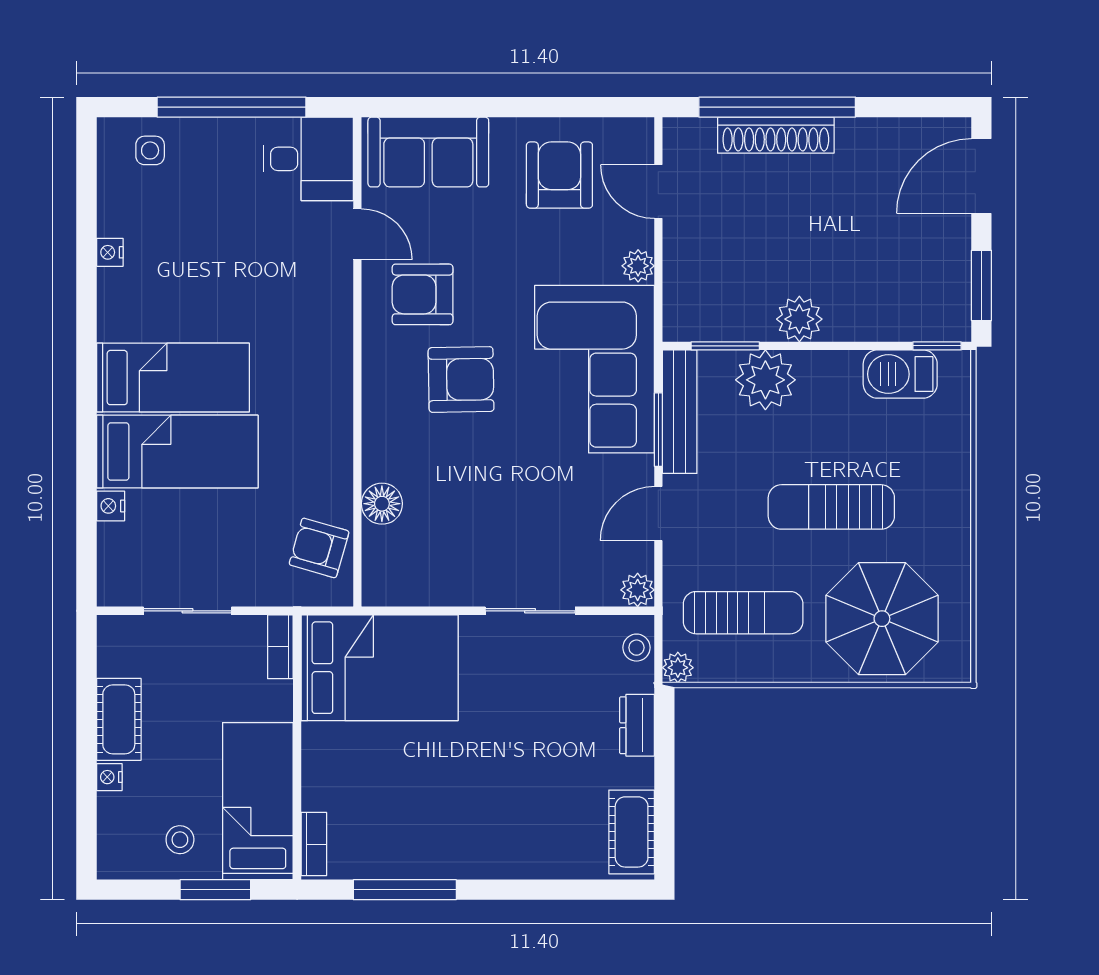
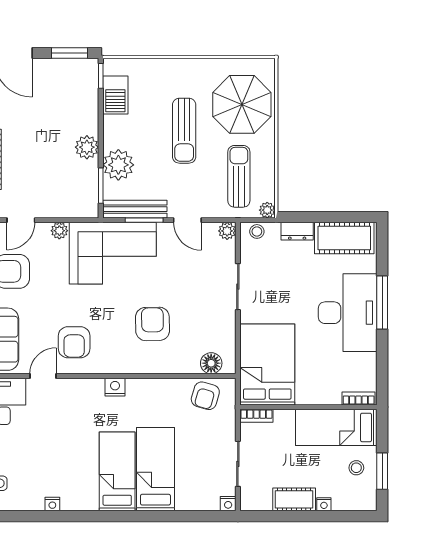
nightstand: (336, 373) -> (115, 387), added
armchair: (461, 379) -> (152, 324), moved
floor lamp: (382, 504) -> (211, 363), moved
nightstand: (111, 506) -> (228, 504), moved
desk: (480, 823) -> (348, 313), added
cot: (632, 832) -> (344, 238), width x1.37, depth x1.34
window: (215, 890) -> (382, 471), moved
window: (405, 890) -> (382, 303), moved

